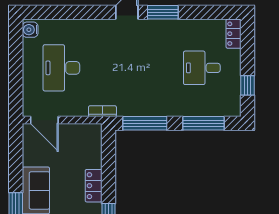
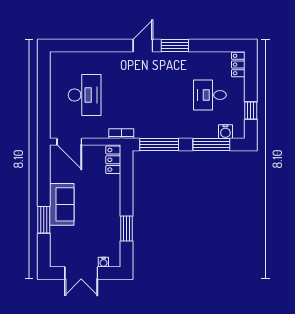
water cooler: (30, 30) -> (225, 132), moved, turned -90
desk: (61, 68) -> (85, 95), turned 180
locker: (94, 186) -> (113, 160), moved

